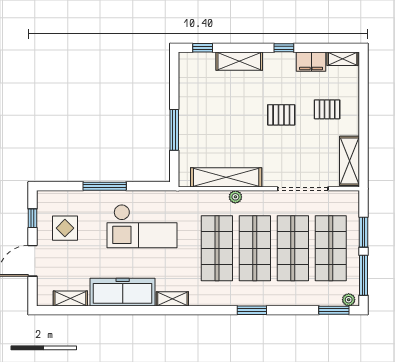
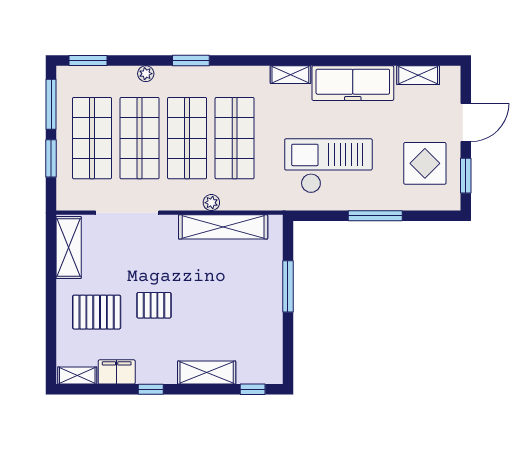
pallet: (327, 109) -> (97, 312), width x1.50, depth x1.42
window: (32, 218) -> (466, 176), width x1.50
display table: (65, 228) -> (425, 163), width x1.36, depth x1.36
plant: (349, 300) -> (146, 74), moved

